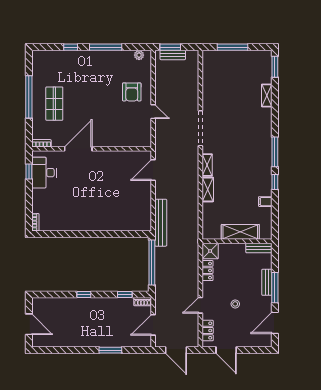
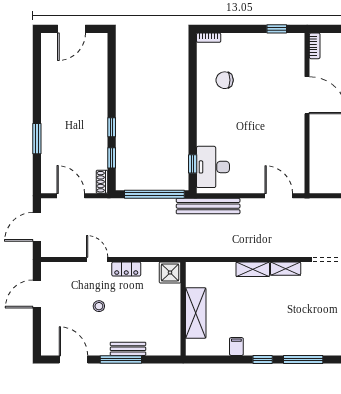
desk: (44, 173) -> (213, 167), moved, turned -90
chair: (67, 210) -> (225, 80), added
window: (129, 234) -> (193, 164), added
bench: (259, 248) -> (174, 338), removed
locker: (208, 271) -> (126, 269), moved
window: (84, 294) -> (112, 127), moved
locker: (208, 331) -> (63, 269), removed

